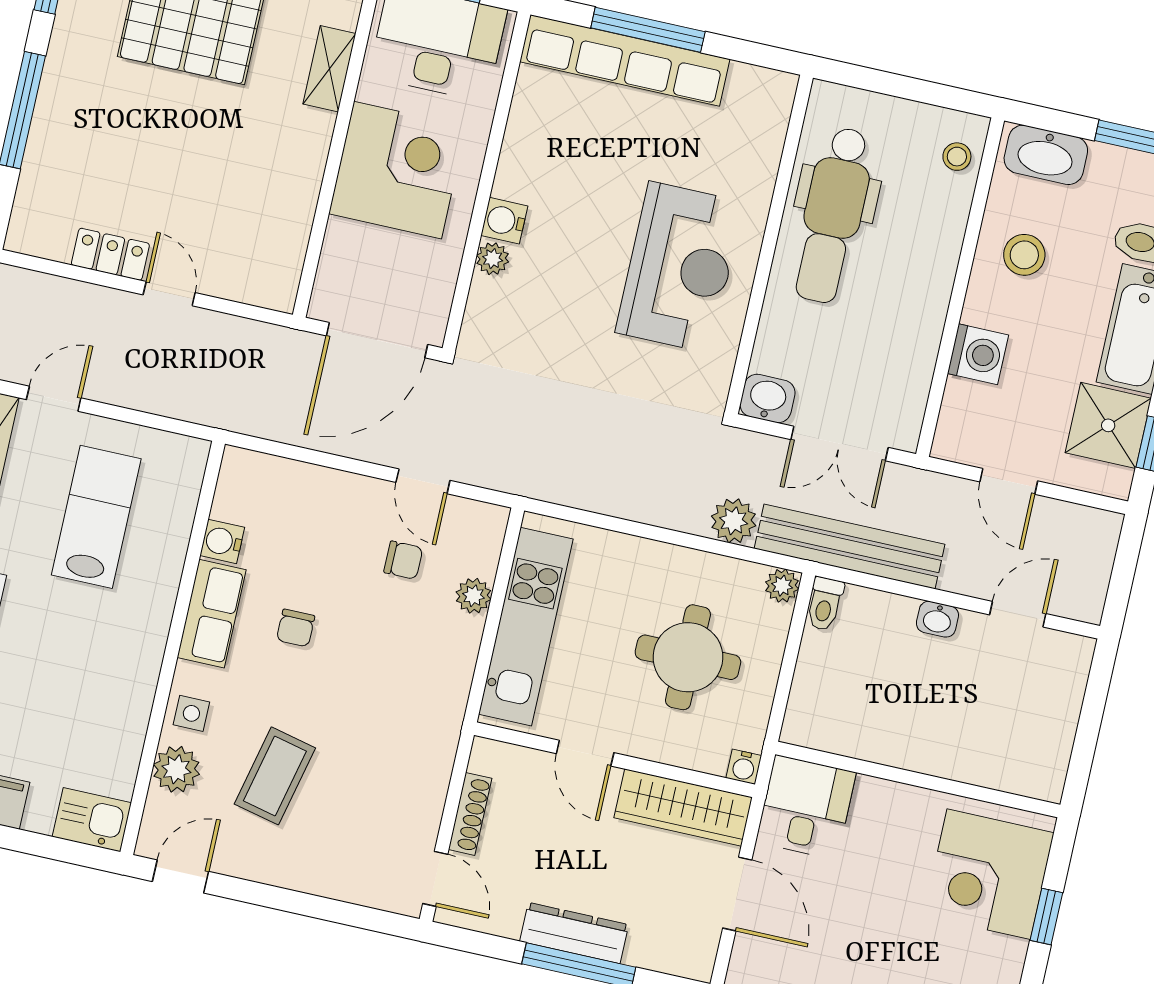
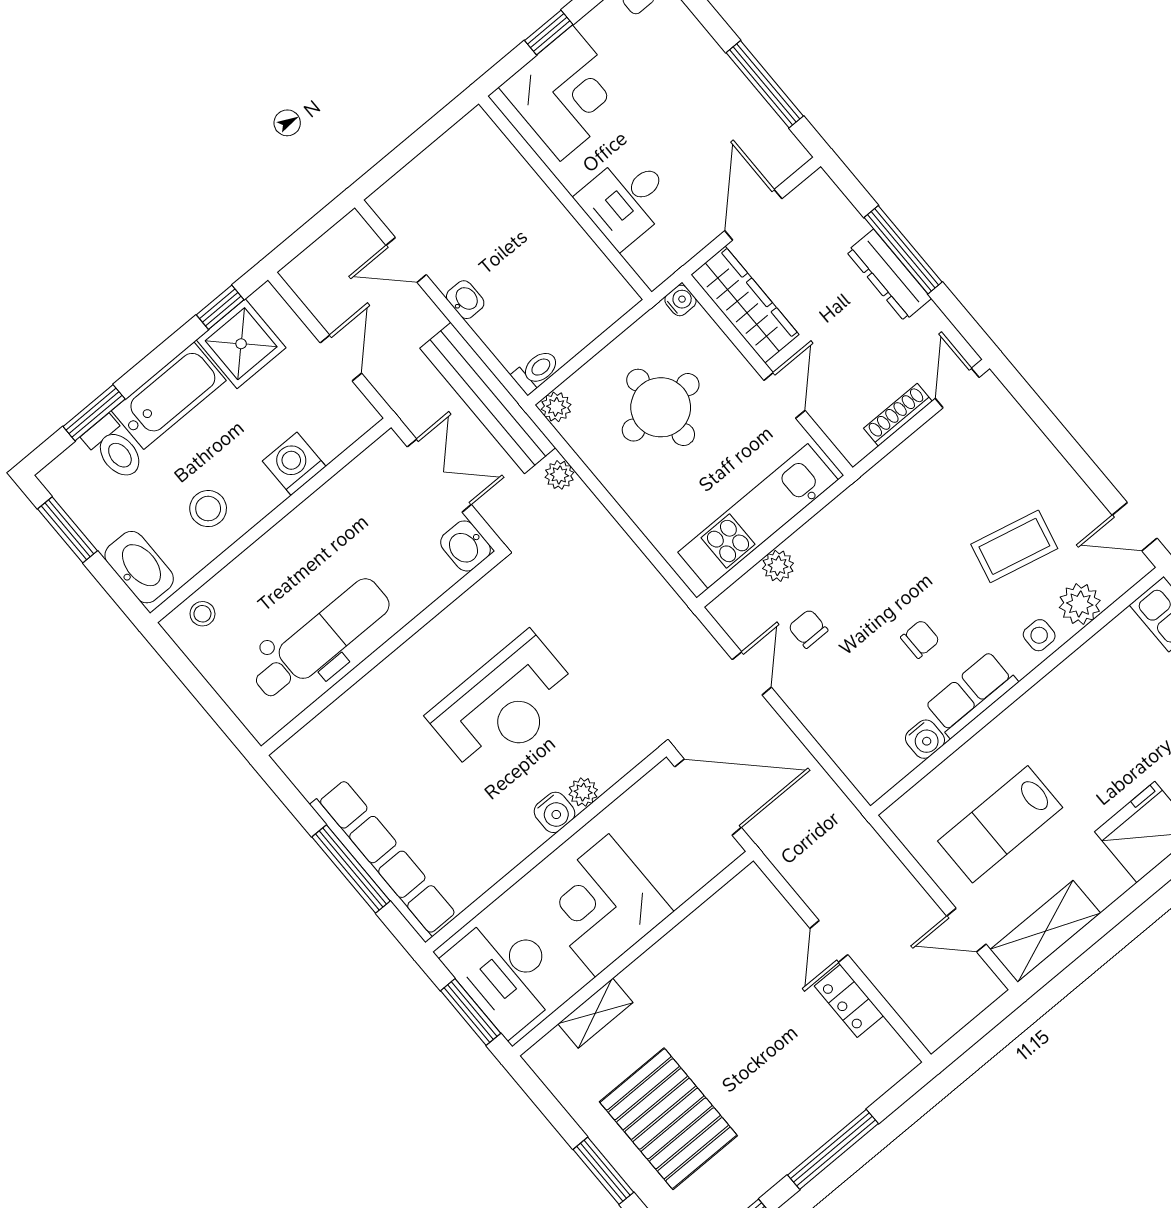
reception desk: (680, 267) -> (504, 705), moved, turned 180
plant: (734, 521) -> (559, 475), width x0.73, depth x0.73
desk: (806, 807) -> (626, 200), moved

